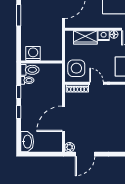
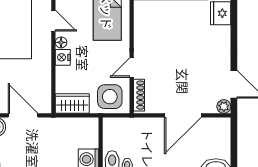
wardrobe: (85, 37) -> (72, 104), moved, turned -90
door: (63, 119) -> (183, 115), hinge flipped

